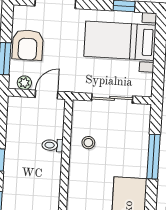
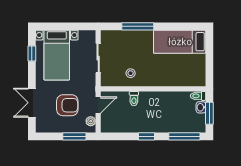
armchair: (28, 45) -> (67, 105), moved
door: (47, 95) -> (98, 105), swing flipped

